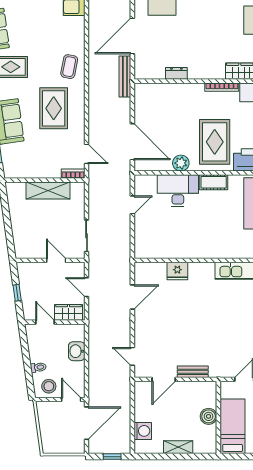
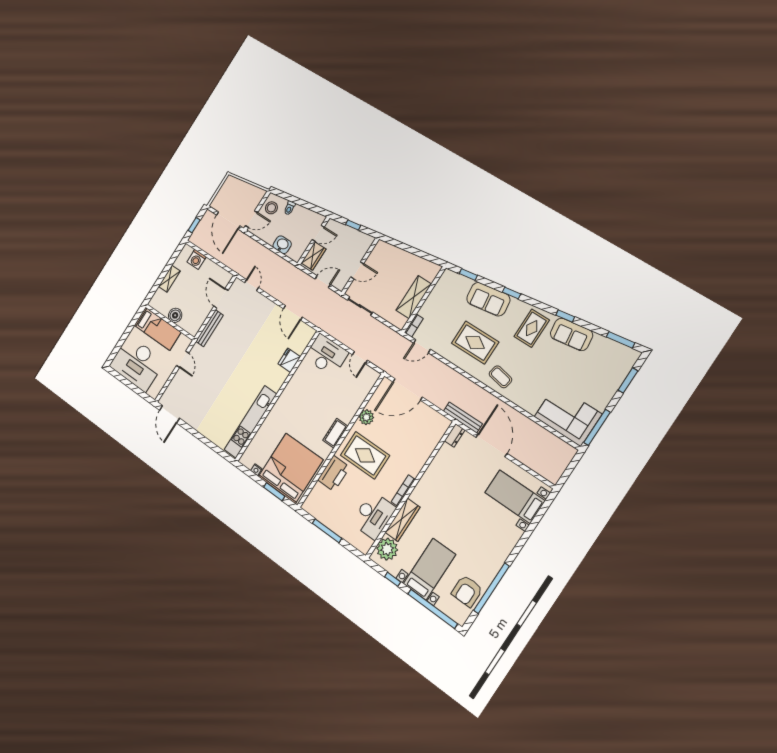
dresser: (176, 73) -> (455, 435), moved
desk: (178, 191) -> (326, 355), moved, turned -90
door: (132, 356) -> (252, 285), hinge flipped
bench: (193, 372) -> (209, 328), width x1.36

